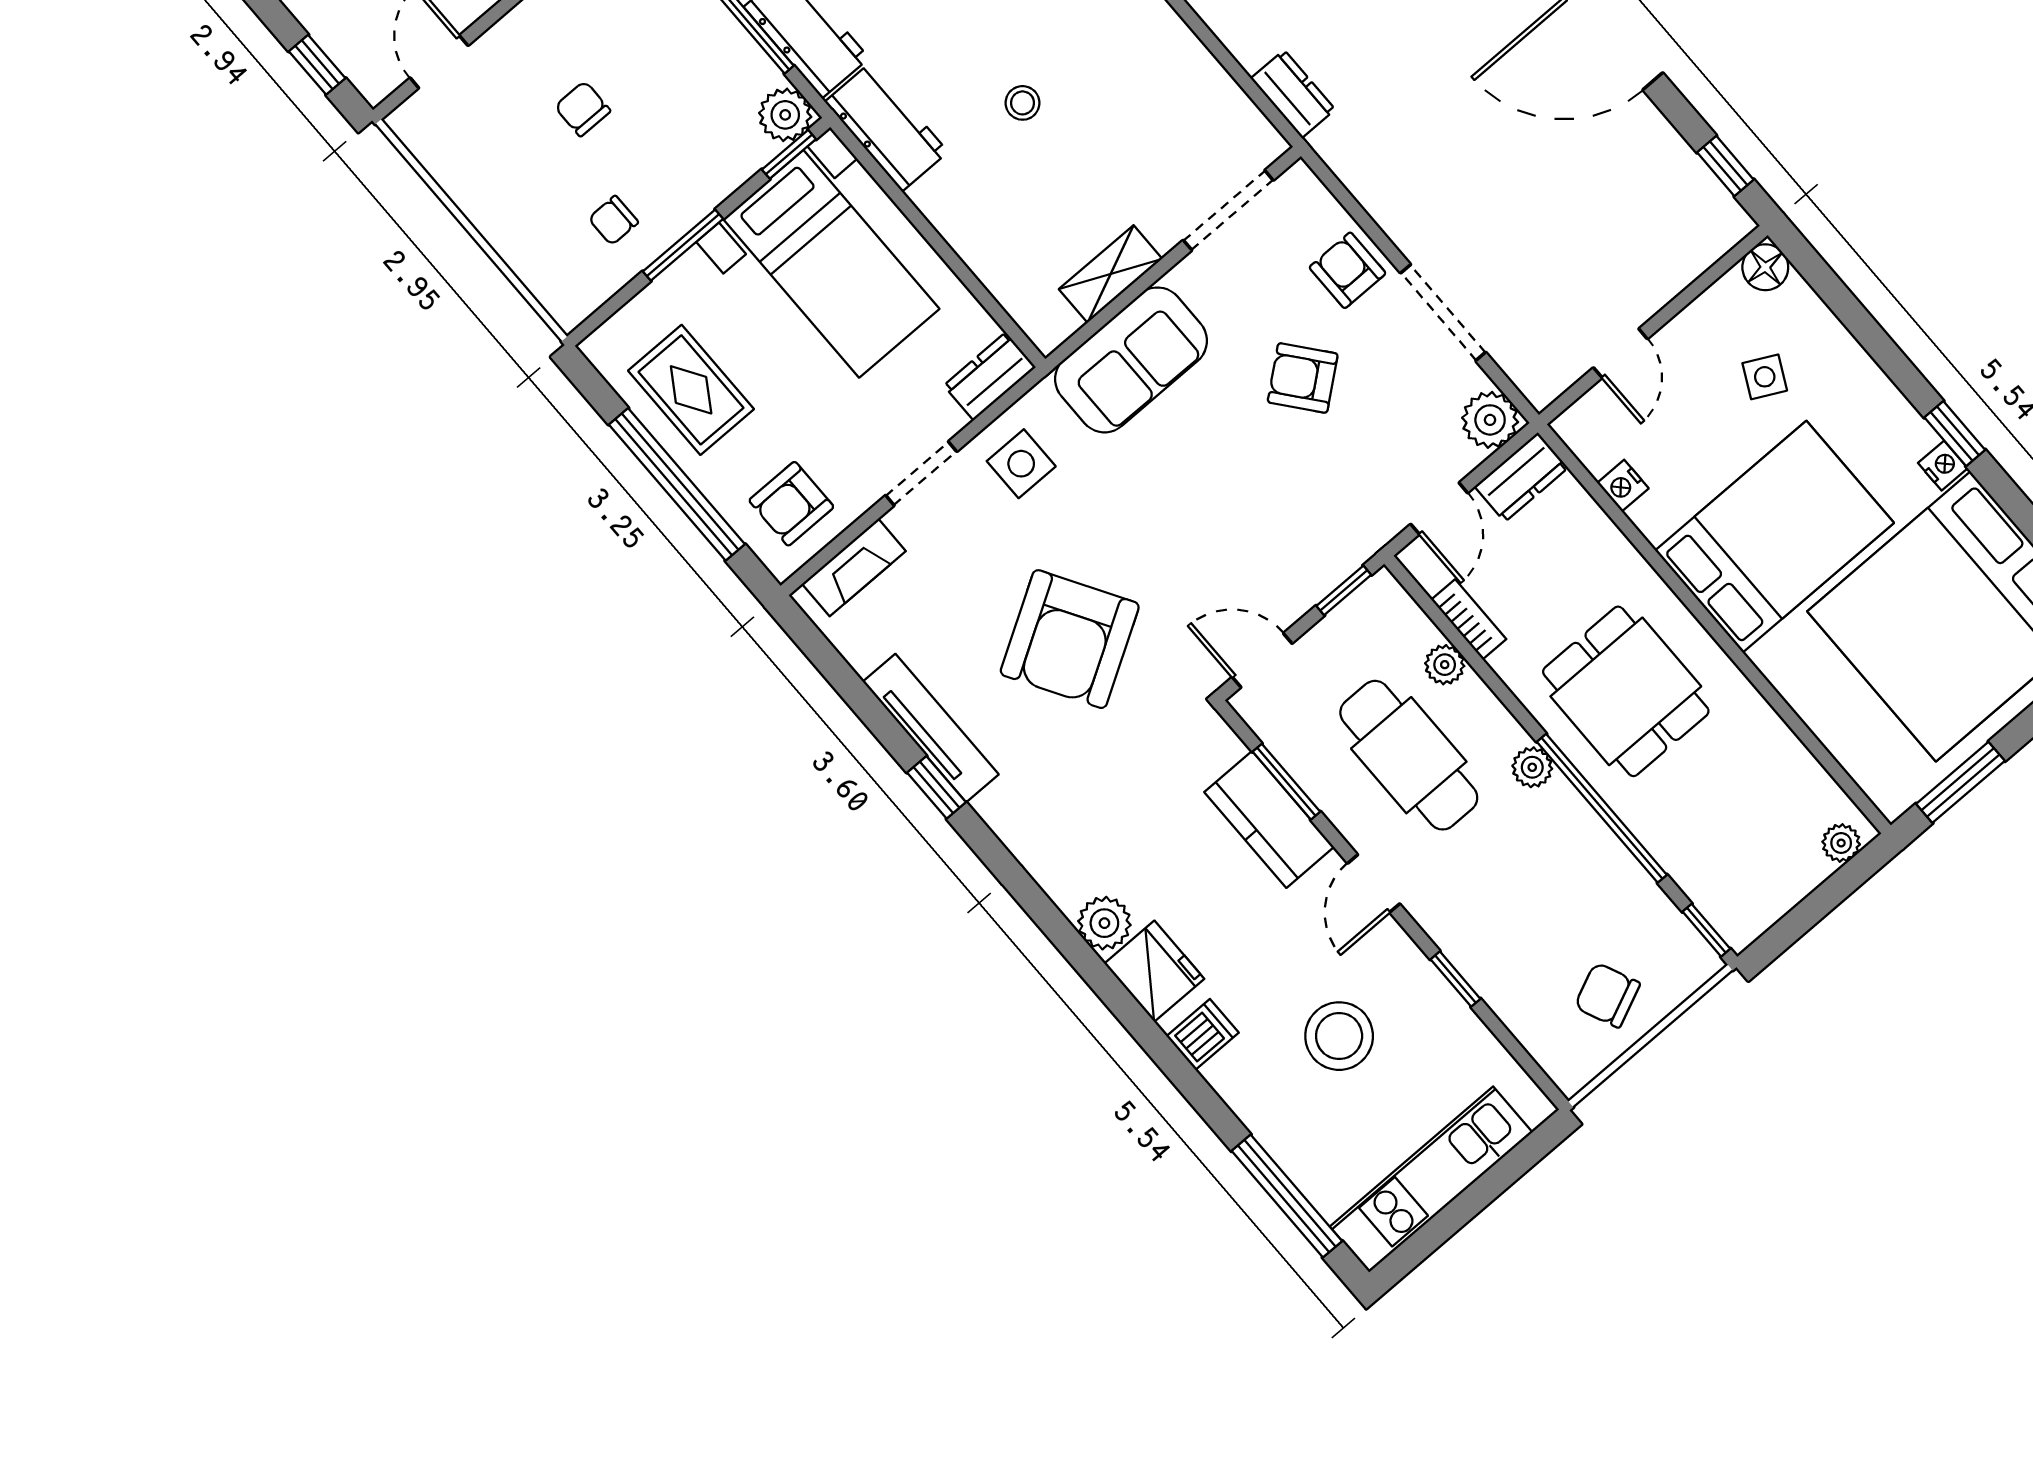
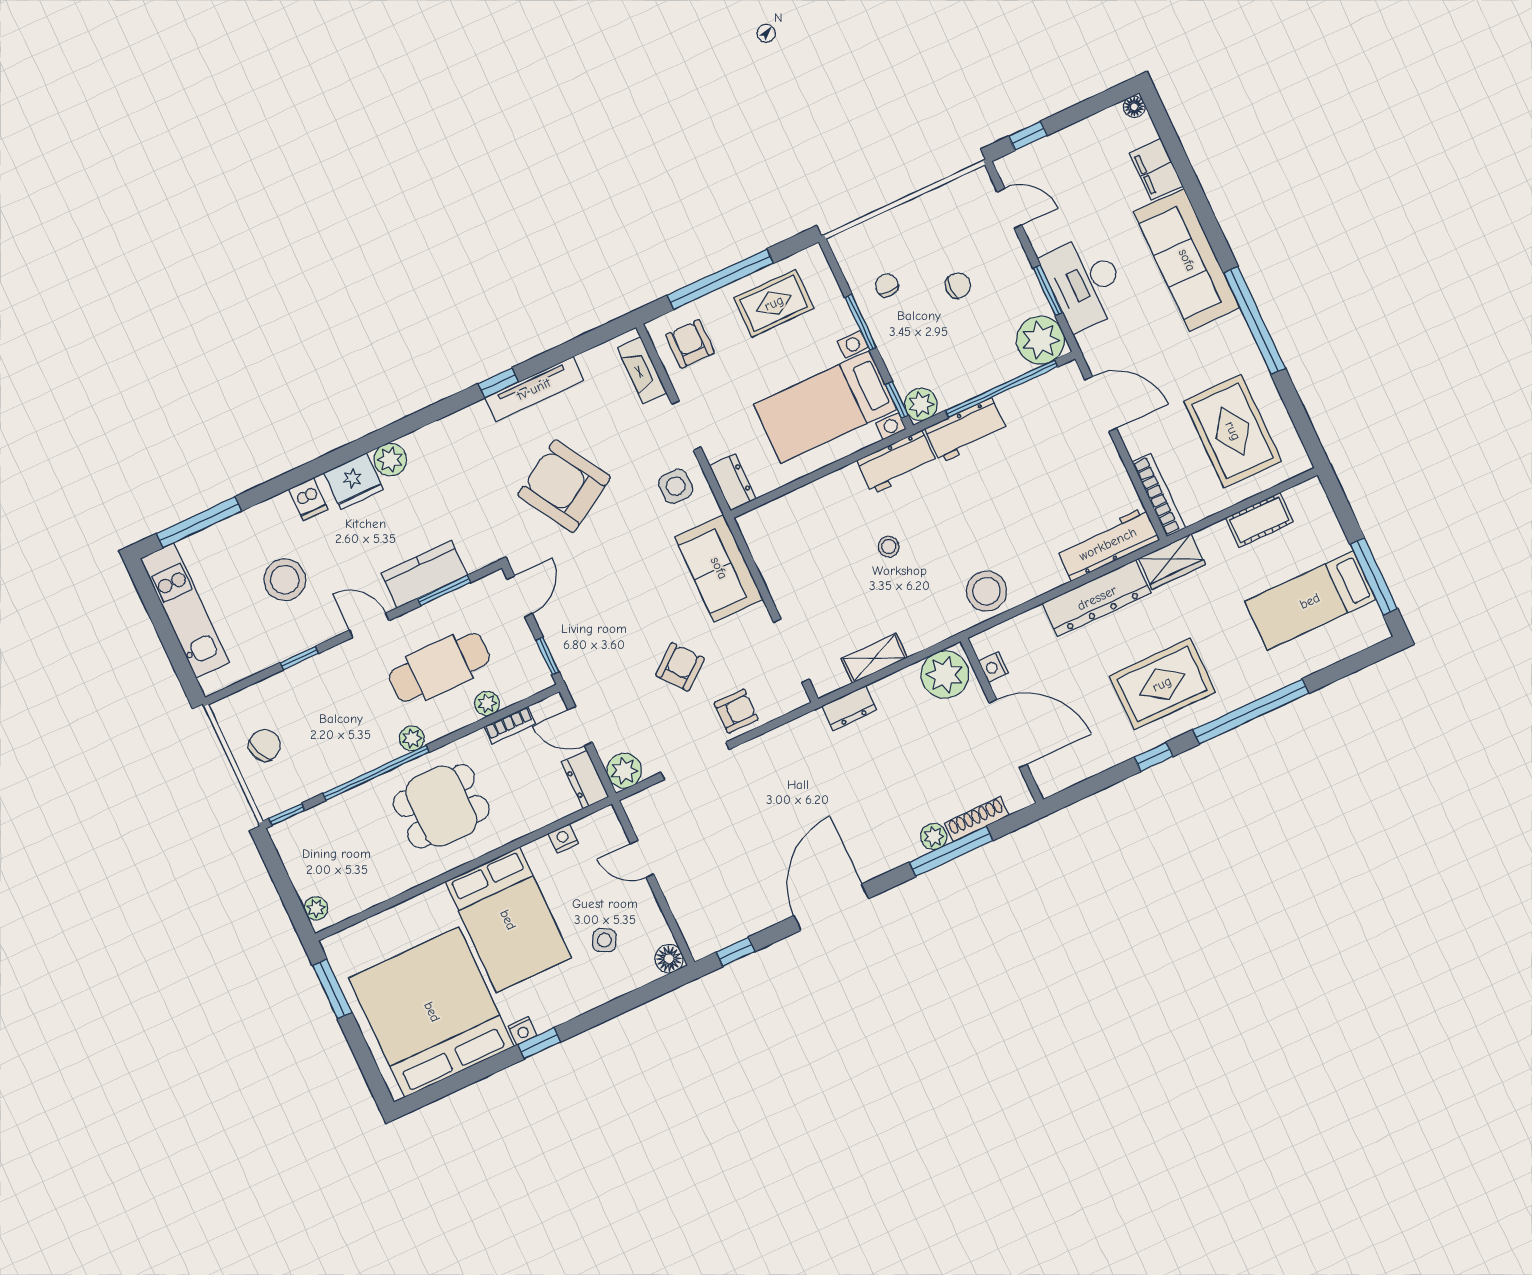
shelving: (1111, 274) -> (874, 658), moved, turned 90

